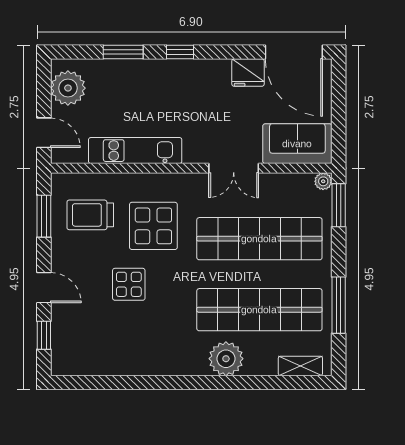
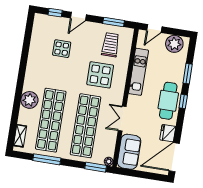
cafe table: (183, 82) -> (168, 101), added
display table: (129, 284) -> (62, 49), moved

